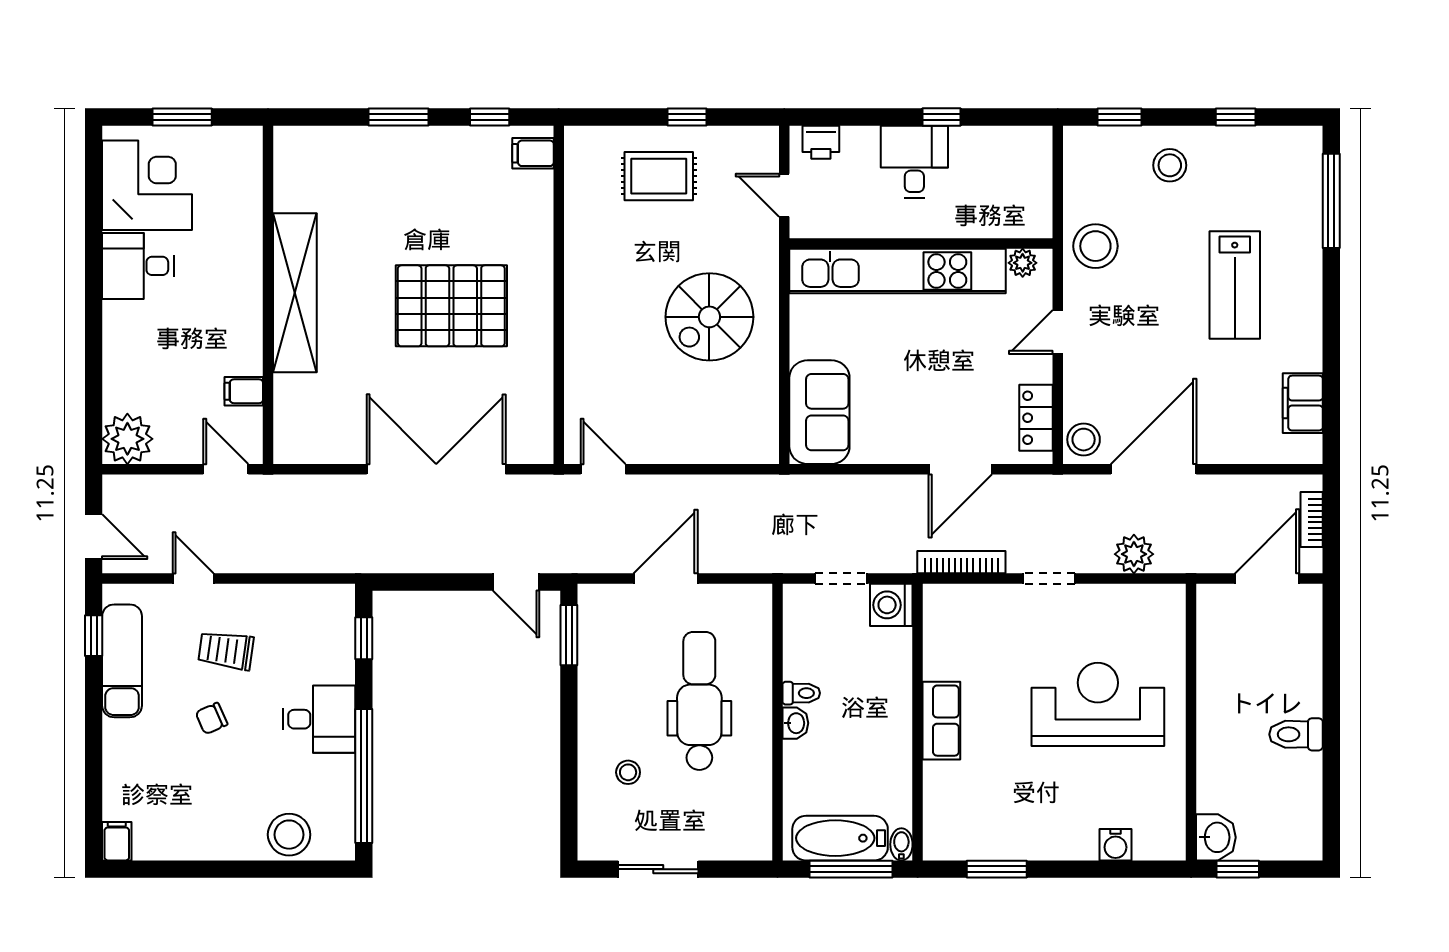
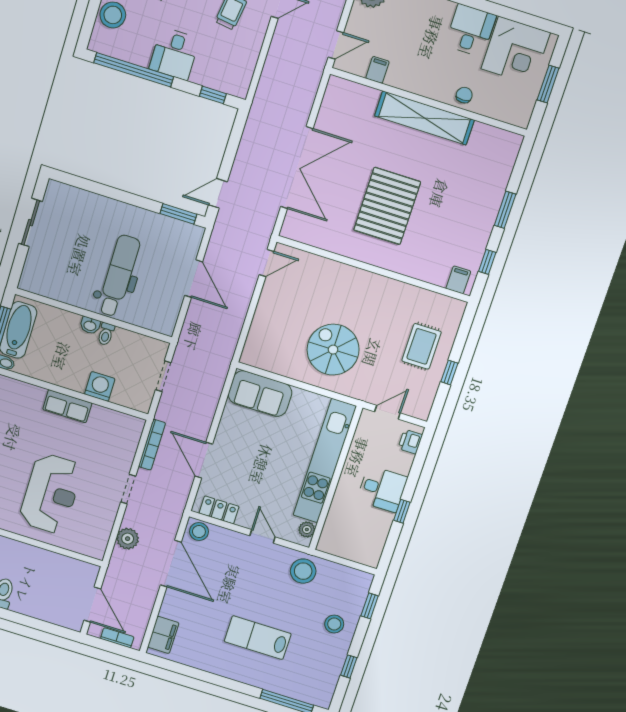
chair: (240, 242) -> (464, 95), added
filing cabinet: (1303, 403) -> (163, 635), moved, turned 90
washing machine: (891, 605) -> (100, 386), moved
dental chair: (699, 701) -> (119, 276), turned -90
stool: (628, 772) -> (90, 223), removed

